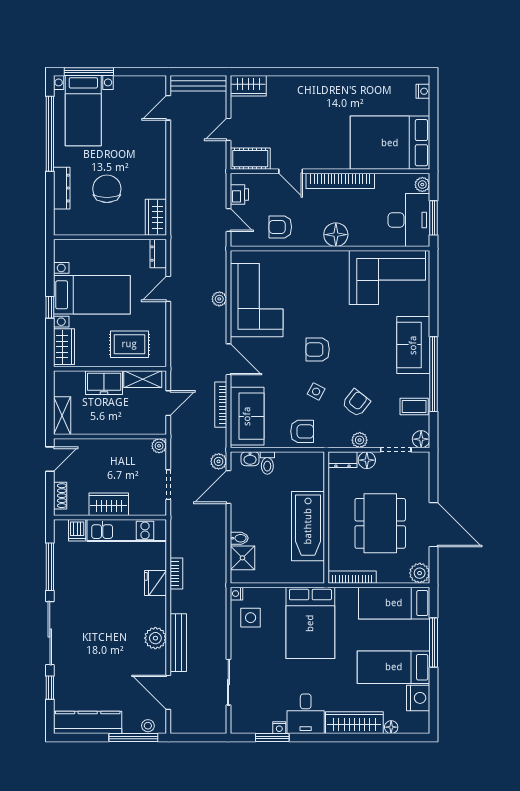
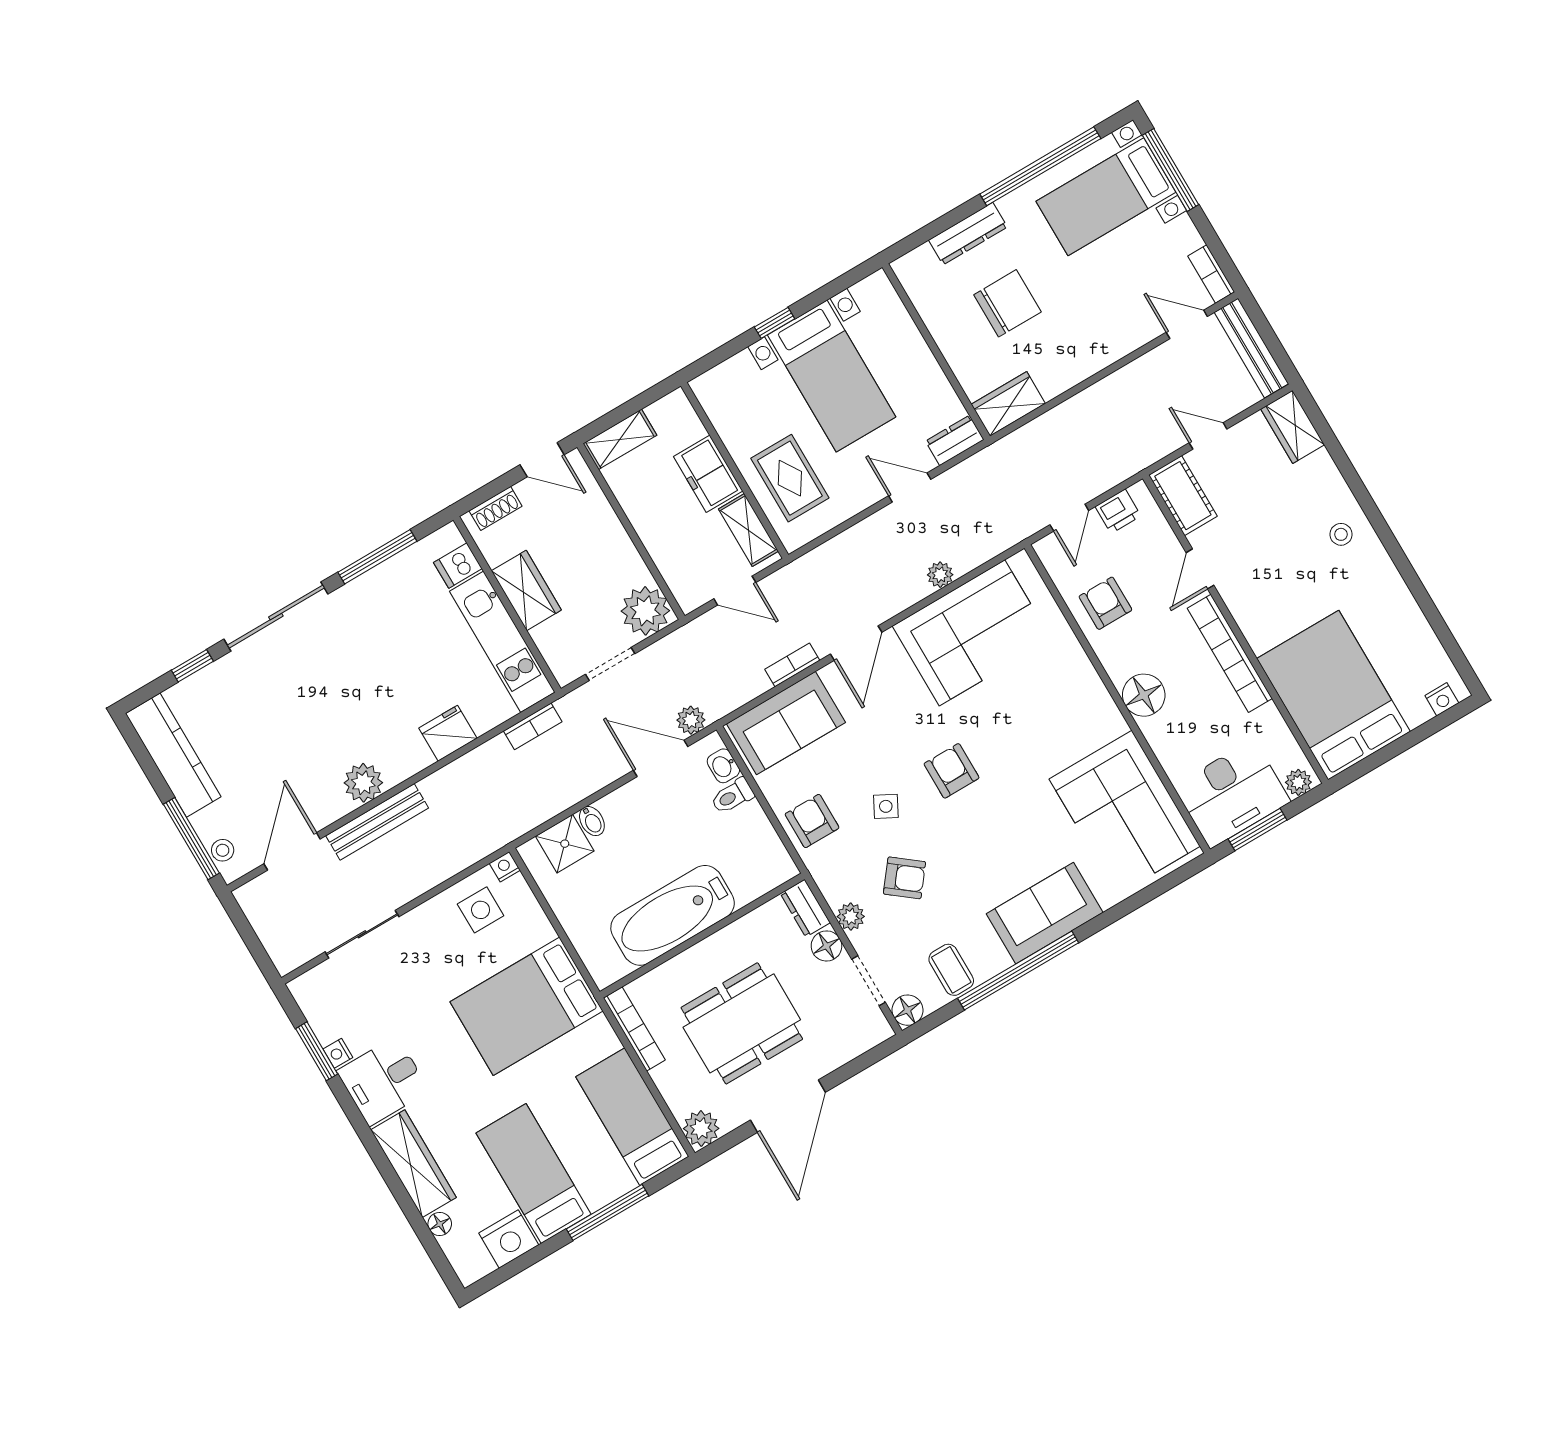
bookcase: (151, 82) -> (1211, 274), added
stool: (314, 93) -> (1341, 534), added
wardrobe: (64, 347) -> (727, 380), removed
bookcase: (221, 405) -> (792, 665), width x0.64
armchair: (302, 431) -> (812, 821), turned 180
plant: (159, 446) -> (645, 611), width x1.88, depth x1.88
bookcase: (176, 573) -> (533, 726), moved

